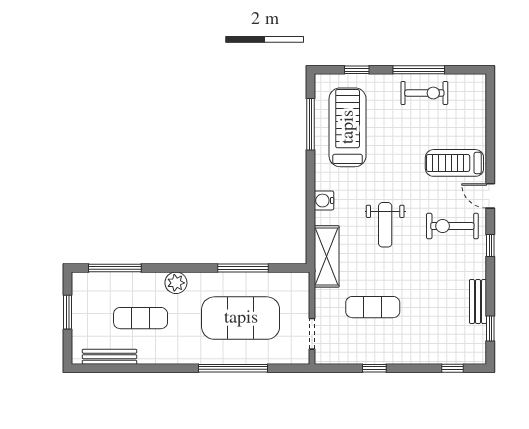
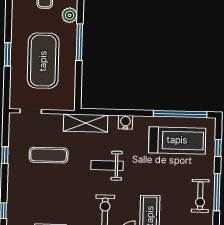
window: (310, 124) -> (180, 114), width x1.46
window: (243, 268) -> (79, 42), moved
exercise mat: (373, 307) -> (49, 155), turned 90
window: (233, 368) -> (8, 54), width x0.47

